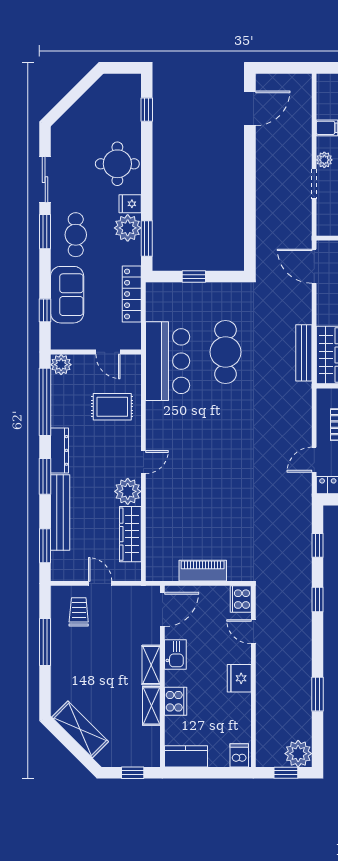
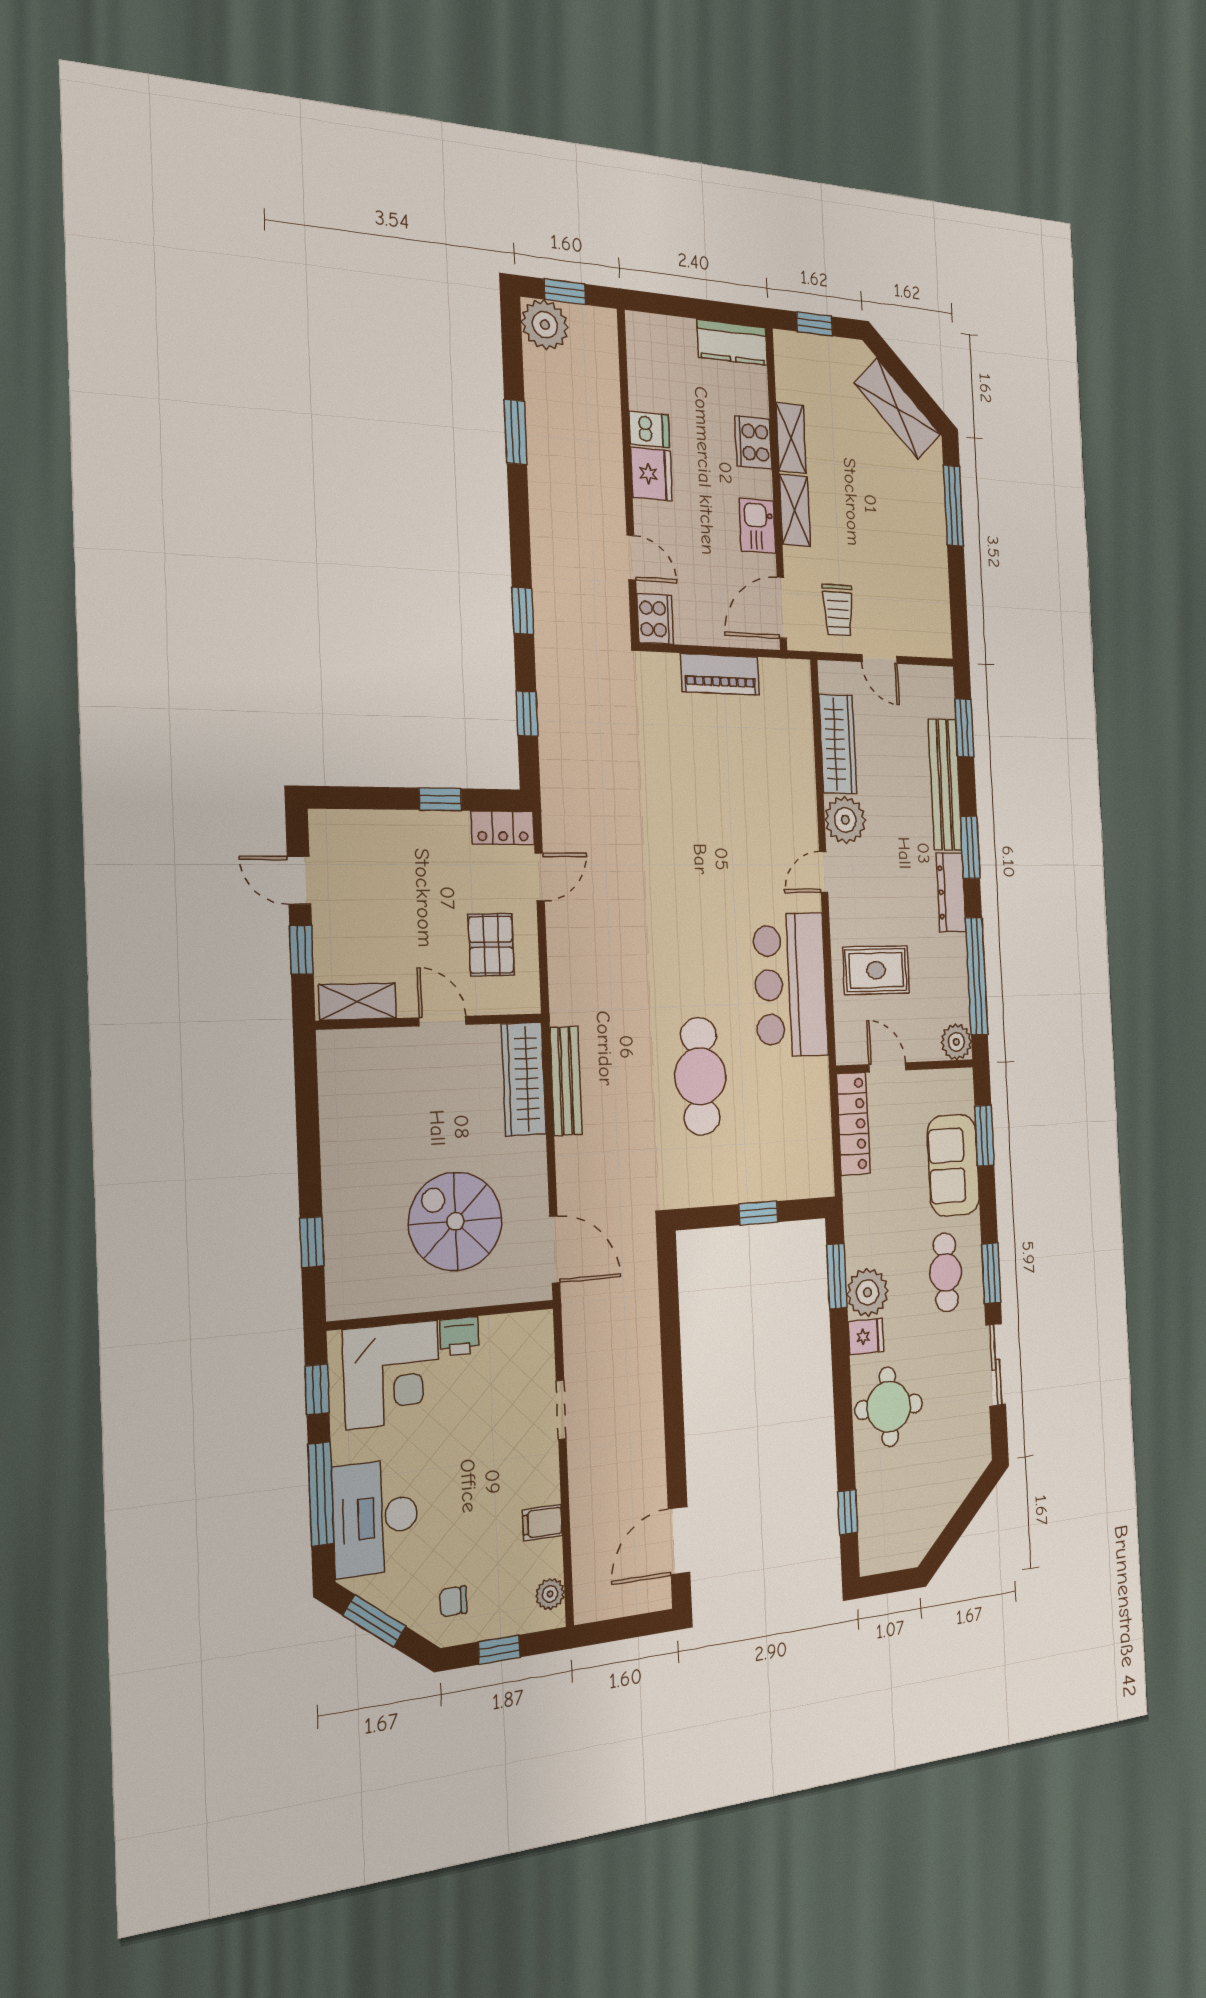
plant: (324, 160) -> (550, 1594), moved
locker: (132, 294) -> (853, 1124), moved
window: (45, 310) -> (984, 1136), width x1.50
bar counter: (168, 361) -> (791, 985), moved
trolley: (79, 612) -> (838, 610), moved
window: (45, 642) -> (953, 506), moved
dishwasher: (239, 755) -> (649, 429), moved, turned -90

